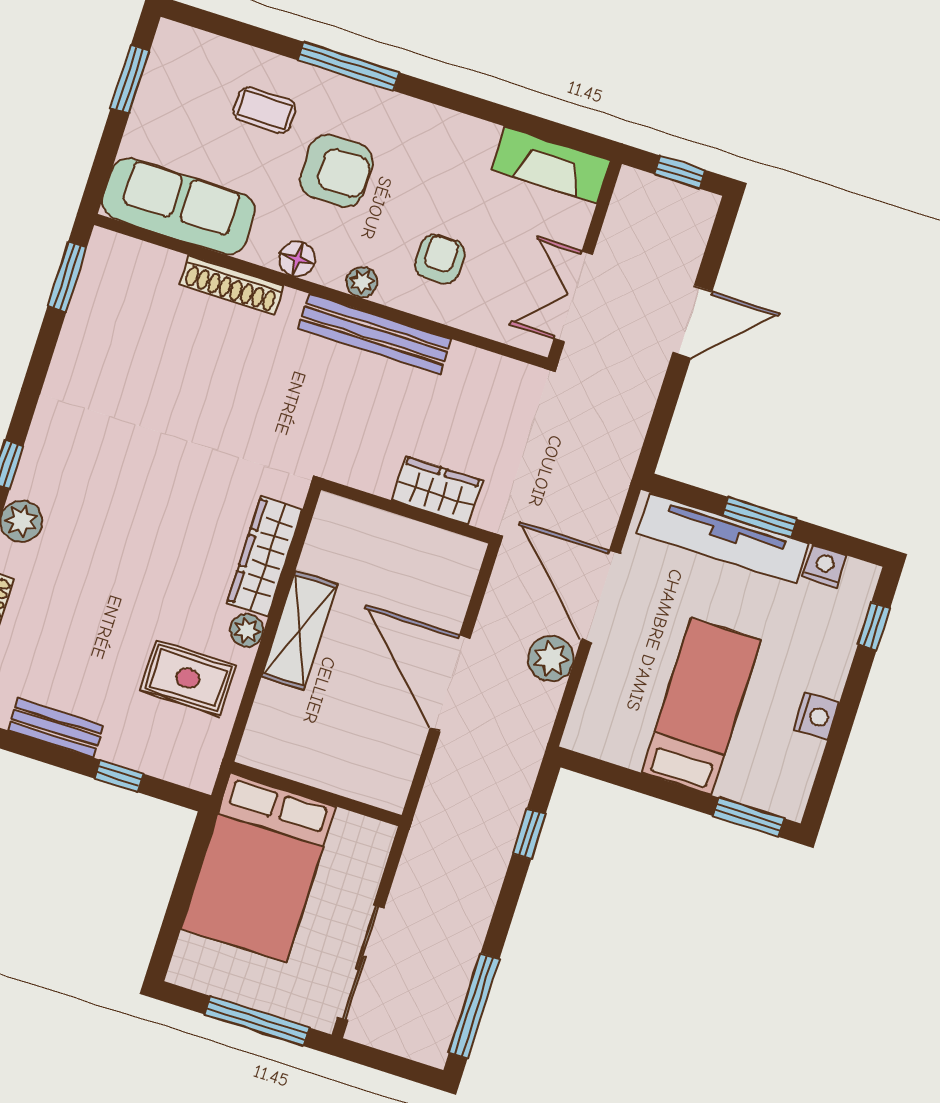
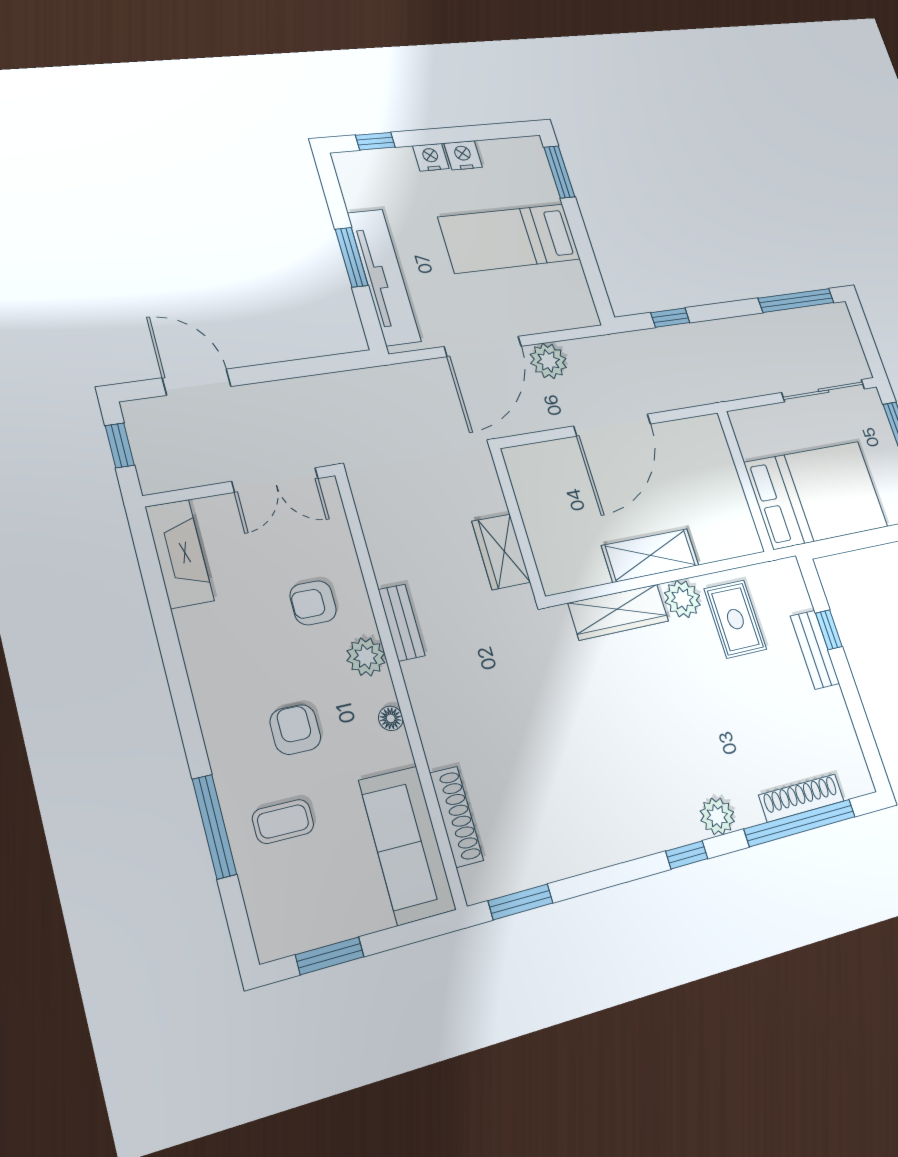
window: (349, 66) -> (214, 827), moved
coffee table: (265, 110) -> (283, 821), turned 90
armchair: (336, 171) -> (295, 730), width x0.72, depth x0.72
floor lamp: (297, 259) -> (391, 718), width x0.73, depth x0.73
plant: (362, 282) -> (366, 657), width x1.38, depth x1.38
shoe rack: (232, 285) -> (456, 817), moved
door: (692, 322) -> (197, 382), moved
bench: (375, 334) -> (402, 622), width x0.54, depth x0.82
wardrobe: (437, 490) -> (501, 552), moved
nightstand: (824, 566) -> (431, 157), moved, turned 90
plant: (247, 630) -> (682, 599), width x1.38, depth x1.38
bench: (56, 728) -> (815, 650), moved

